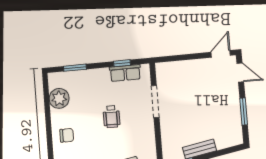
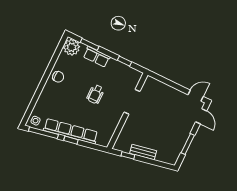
row of seats: (125, 73) -> (97, 57), moved
plant: (59, 98) -> (72, 47), moved
chair: (67, 135) -> (58, 77), moved

